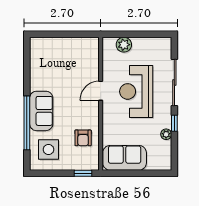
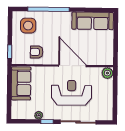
plant: (124, 45) -> (107, 73), moved
door: (101, 91) -> (72, 66), width x1.87
sofa: (41, 111) -> (93, 21), moved, width x1.36

